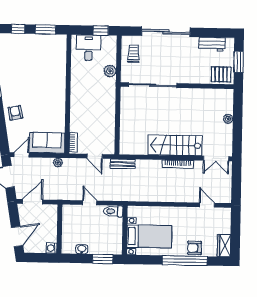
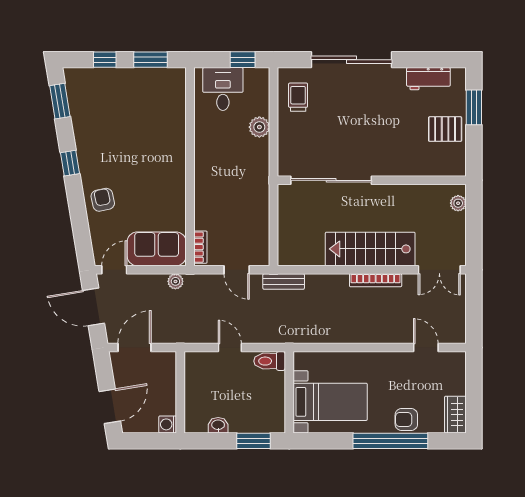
sliding door: (153, 85) -> (331, 180), moved
wall: (177, 86) -> (372, 180), moved

